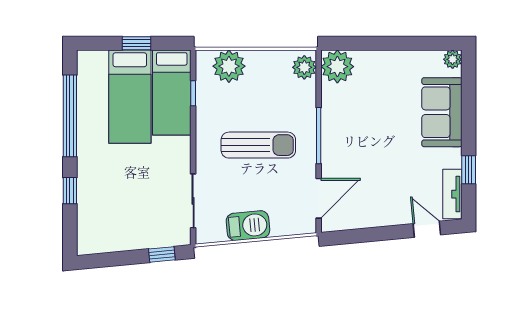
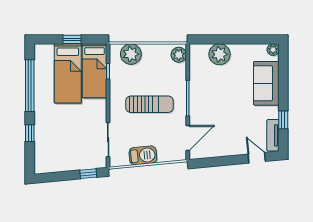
plant: (337, 67) -> (219, 54), moved

